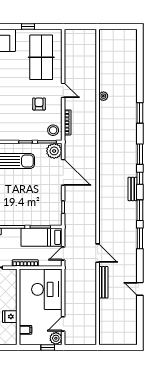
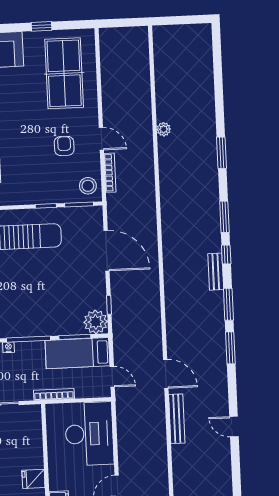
door: (63, 90) -> (101, 139), moved
plant: (54, 151) -> (96, 322), moved
door: (63, 253) -> (112, 377), swing flipped

